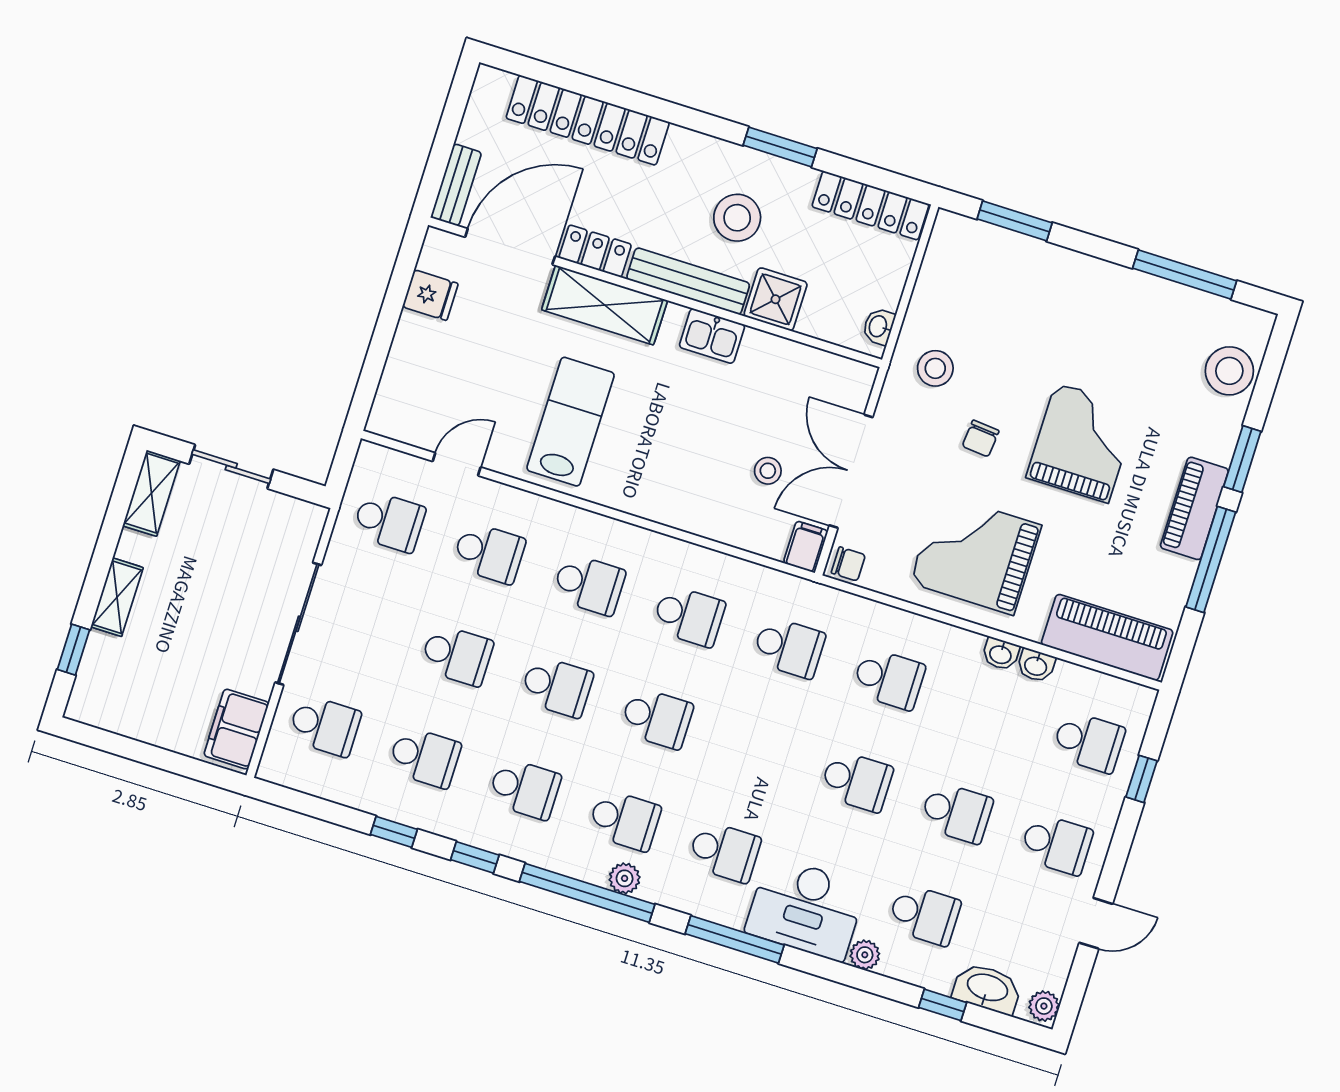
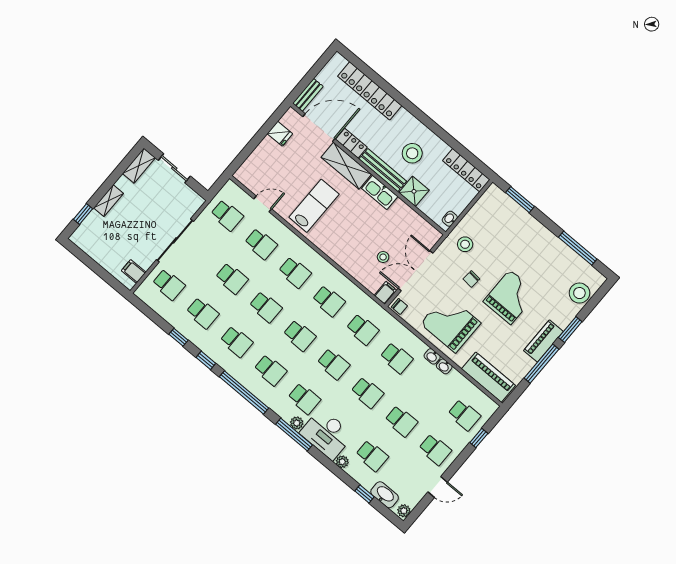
window: (780, 147) -> (440, 133), removed
kitchen sink: (712, 336) -> (380, 192), width x1.38
washbasin: (1036, 665) -> (432, 356), moved
filing cabinet: (236, 729) -> (134, 271), width x0.50
school desk: (757, 750) -> (333, 364), added
plant: (625, 878) -> (297, 423), moved

